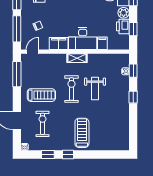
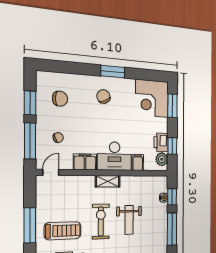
plant: (124, 13) -> (162, 159), moved
window: (17, 74) -> (30, 225), moved
window: (133, 97) -> (172, 229), width x2.17

